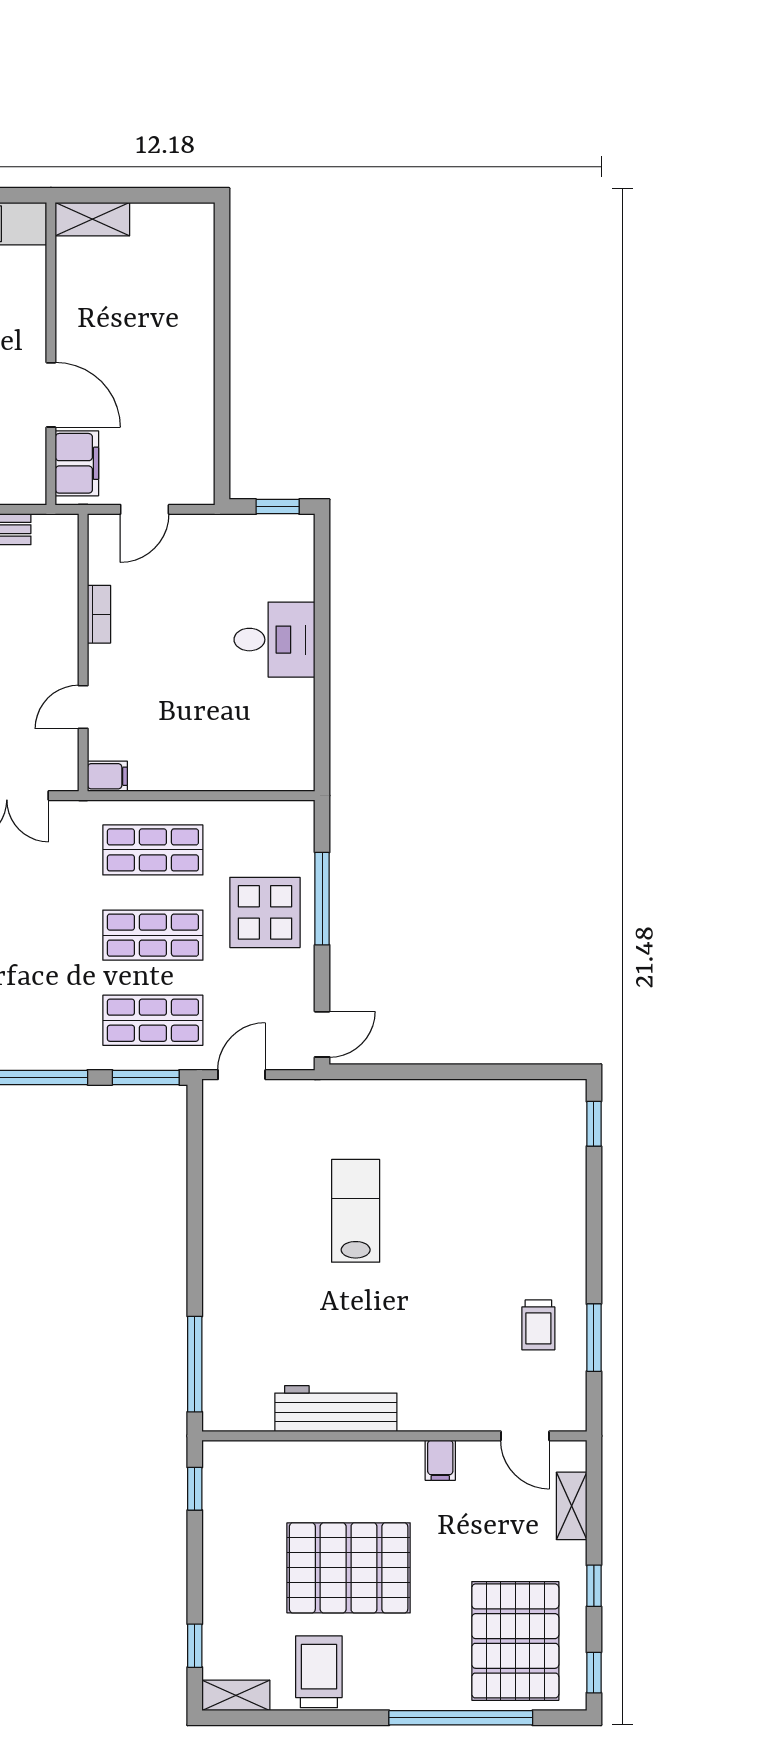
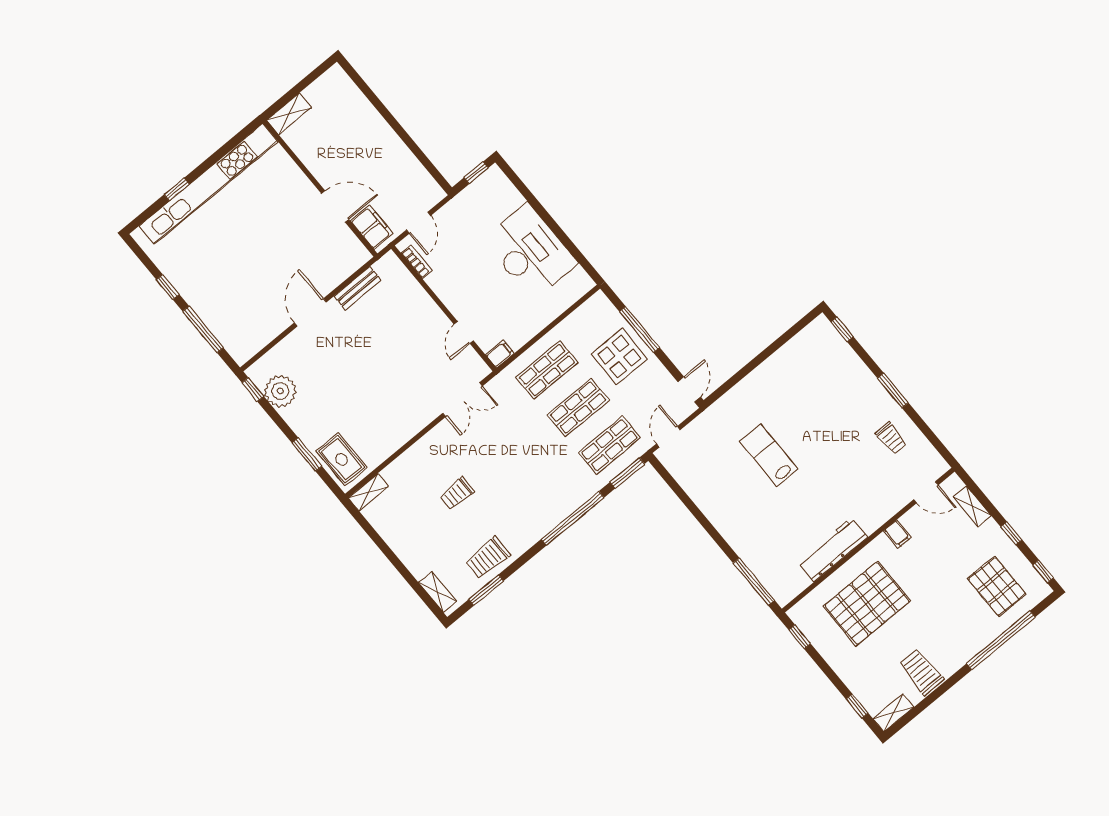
bookcase: (99, 614) -> (417, 262), moved
desk: (274, 640) -> (530, 251), width x1.87, depth x1.30
window: (594, 1338) -> (893, 390), moved
pallet: (349, 1568) -> (867, 603), moved
pallet: (515, 1641) -> (997, 586), width x0.73, depth x0.71

